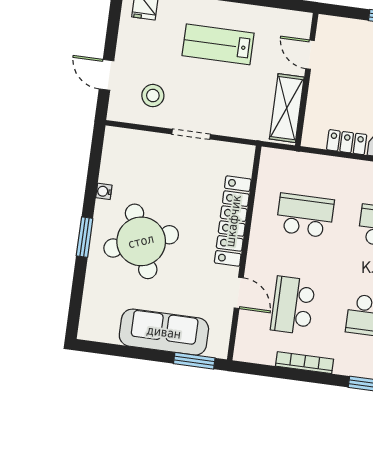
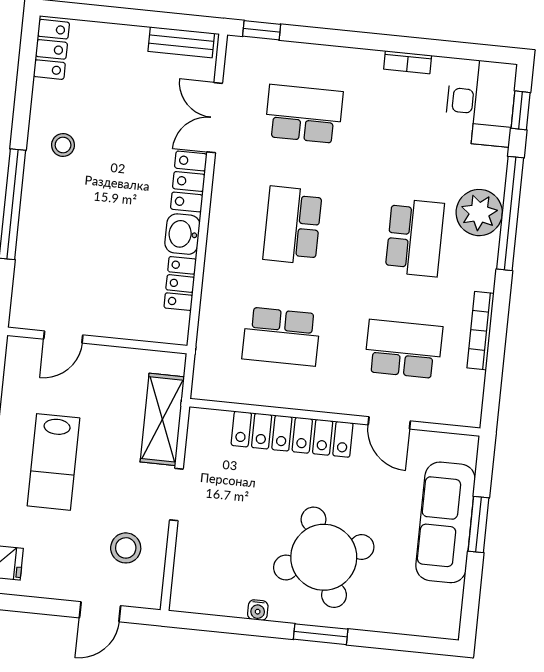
shelving: (287, 108) -> (162, 419), moved, turned 90
school desk: (305, 215) -> (281, 337), turned -90
door: (239, 293) -> (389, 423), swing flipped
school desk: (293, 305) -> (403, 349), turned 180
window: (194, 361) -> (479, 525), moved

